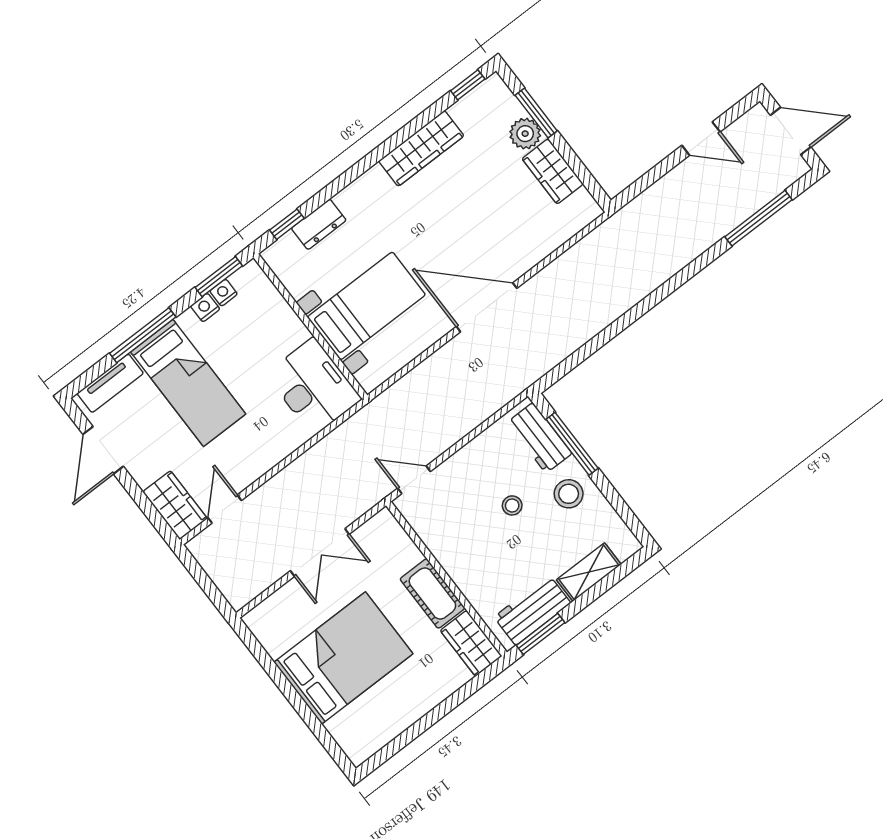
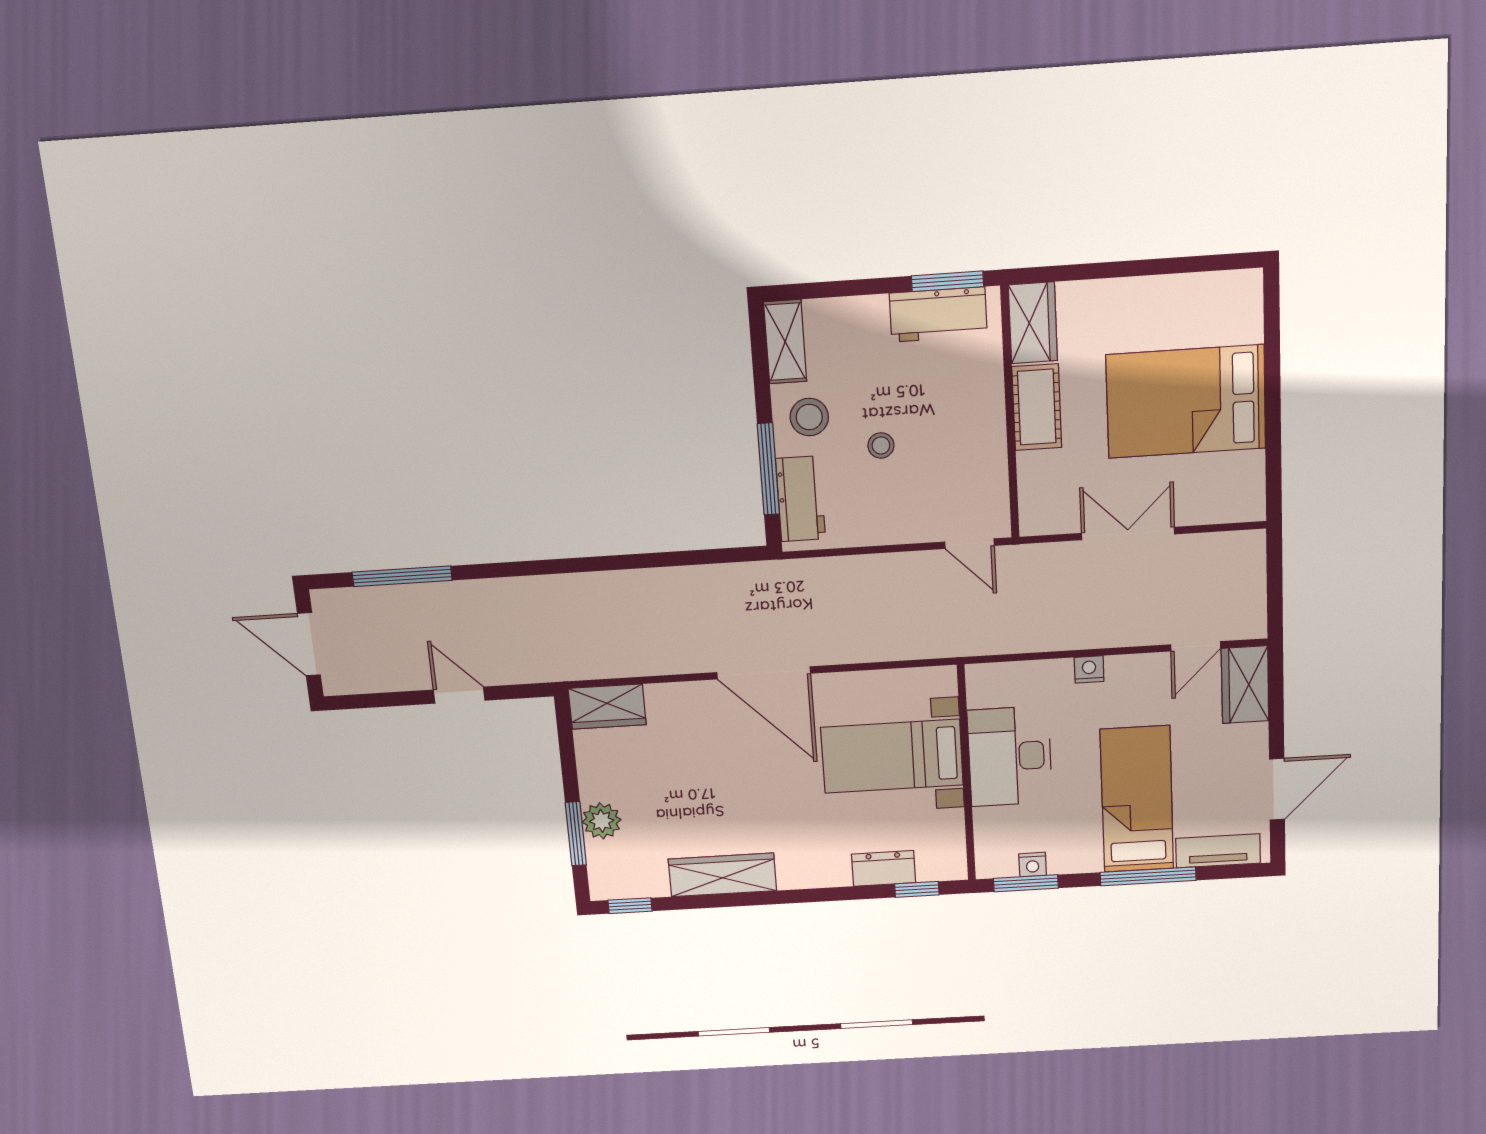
door: (701, 139) -> (459, 695), moved
wardrobe: (553, 171) -> (607, 707), moved, turned 90
nightstand: (205, 308) -> (1089, 669), moved, turned 180
desk: (314, 387) -> (1010, 756), moved
shelving: (589, 572) -> (785, 342), moved, turned 90

